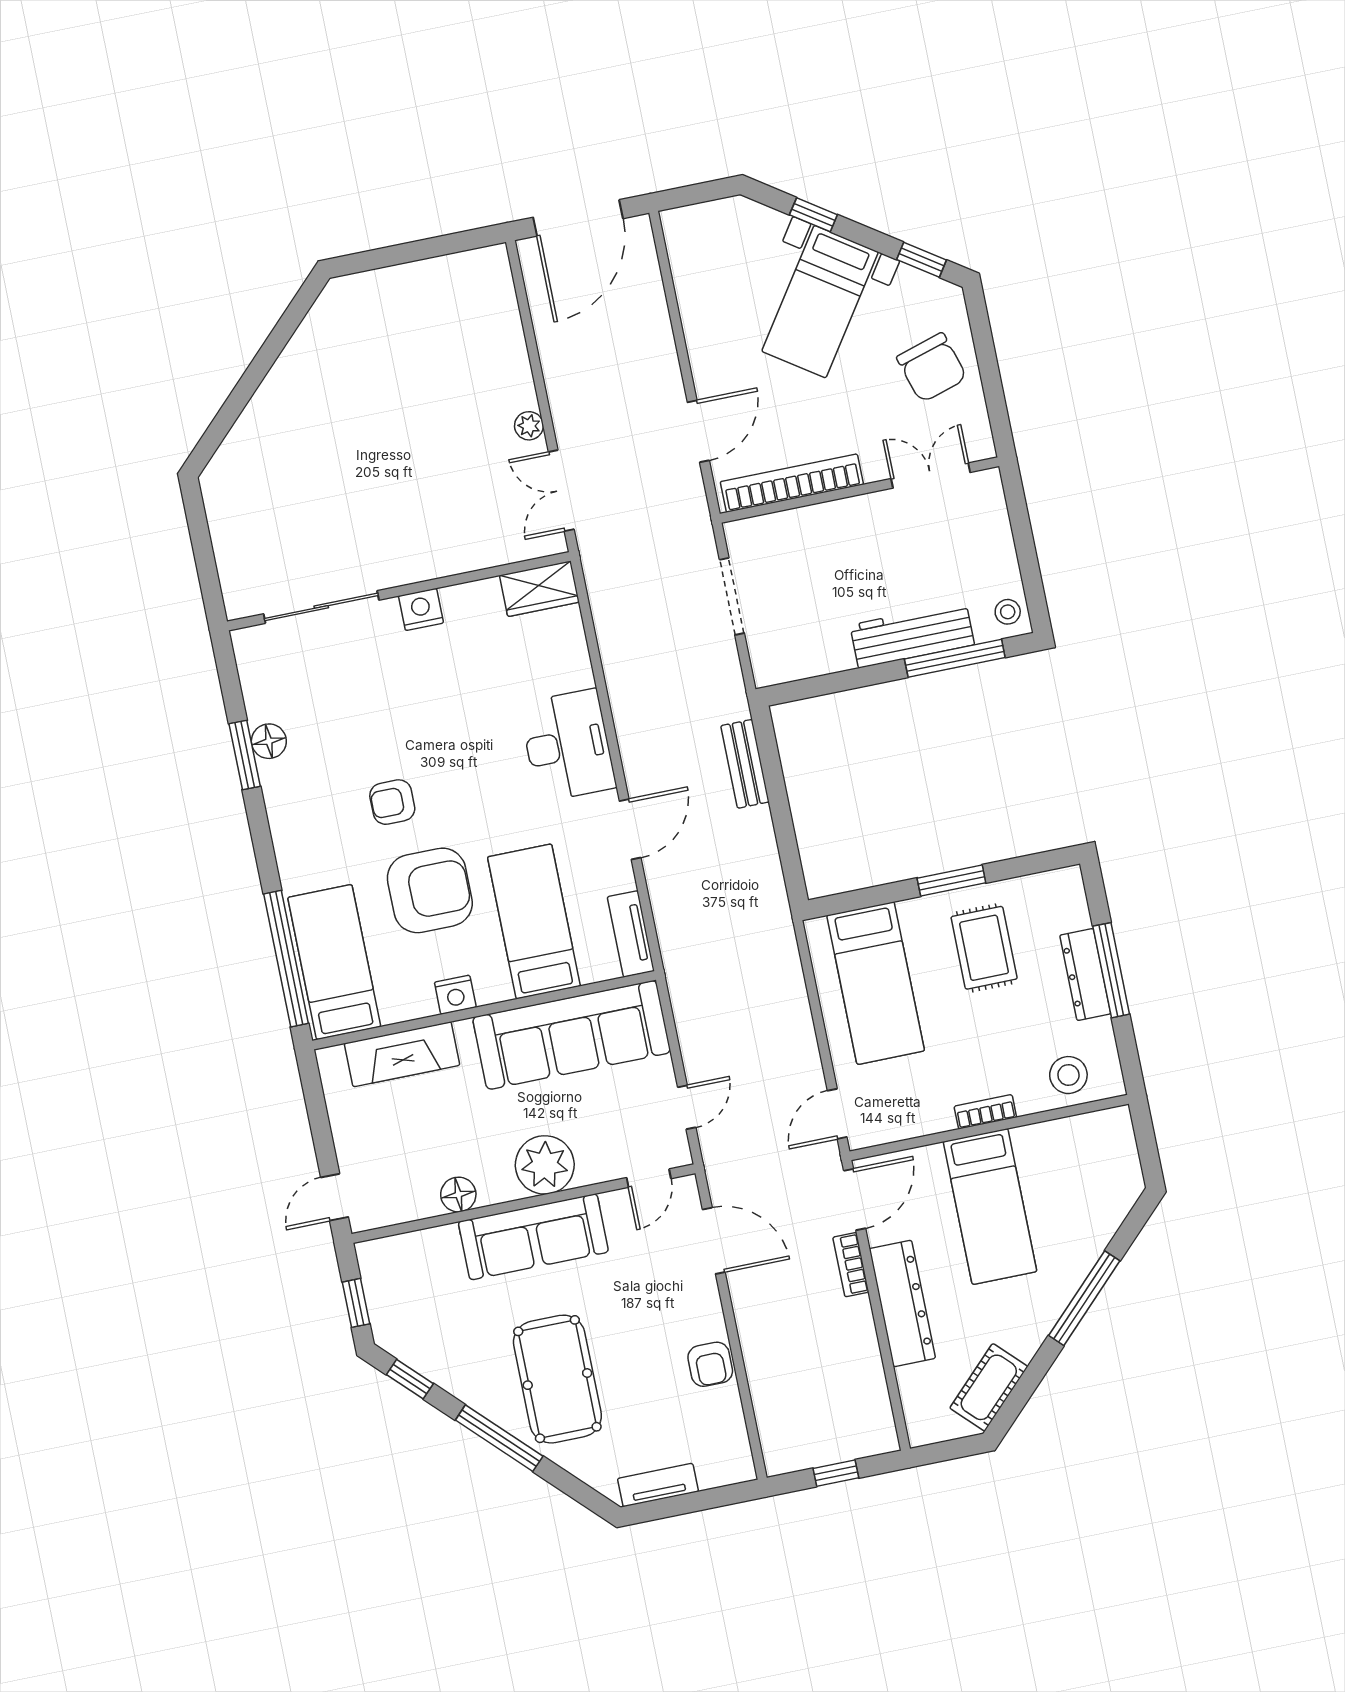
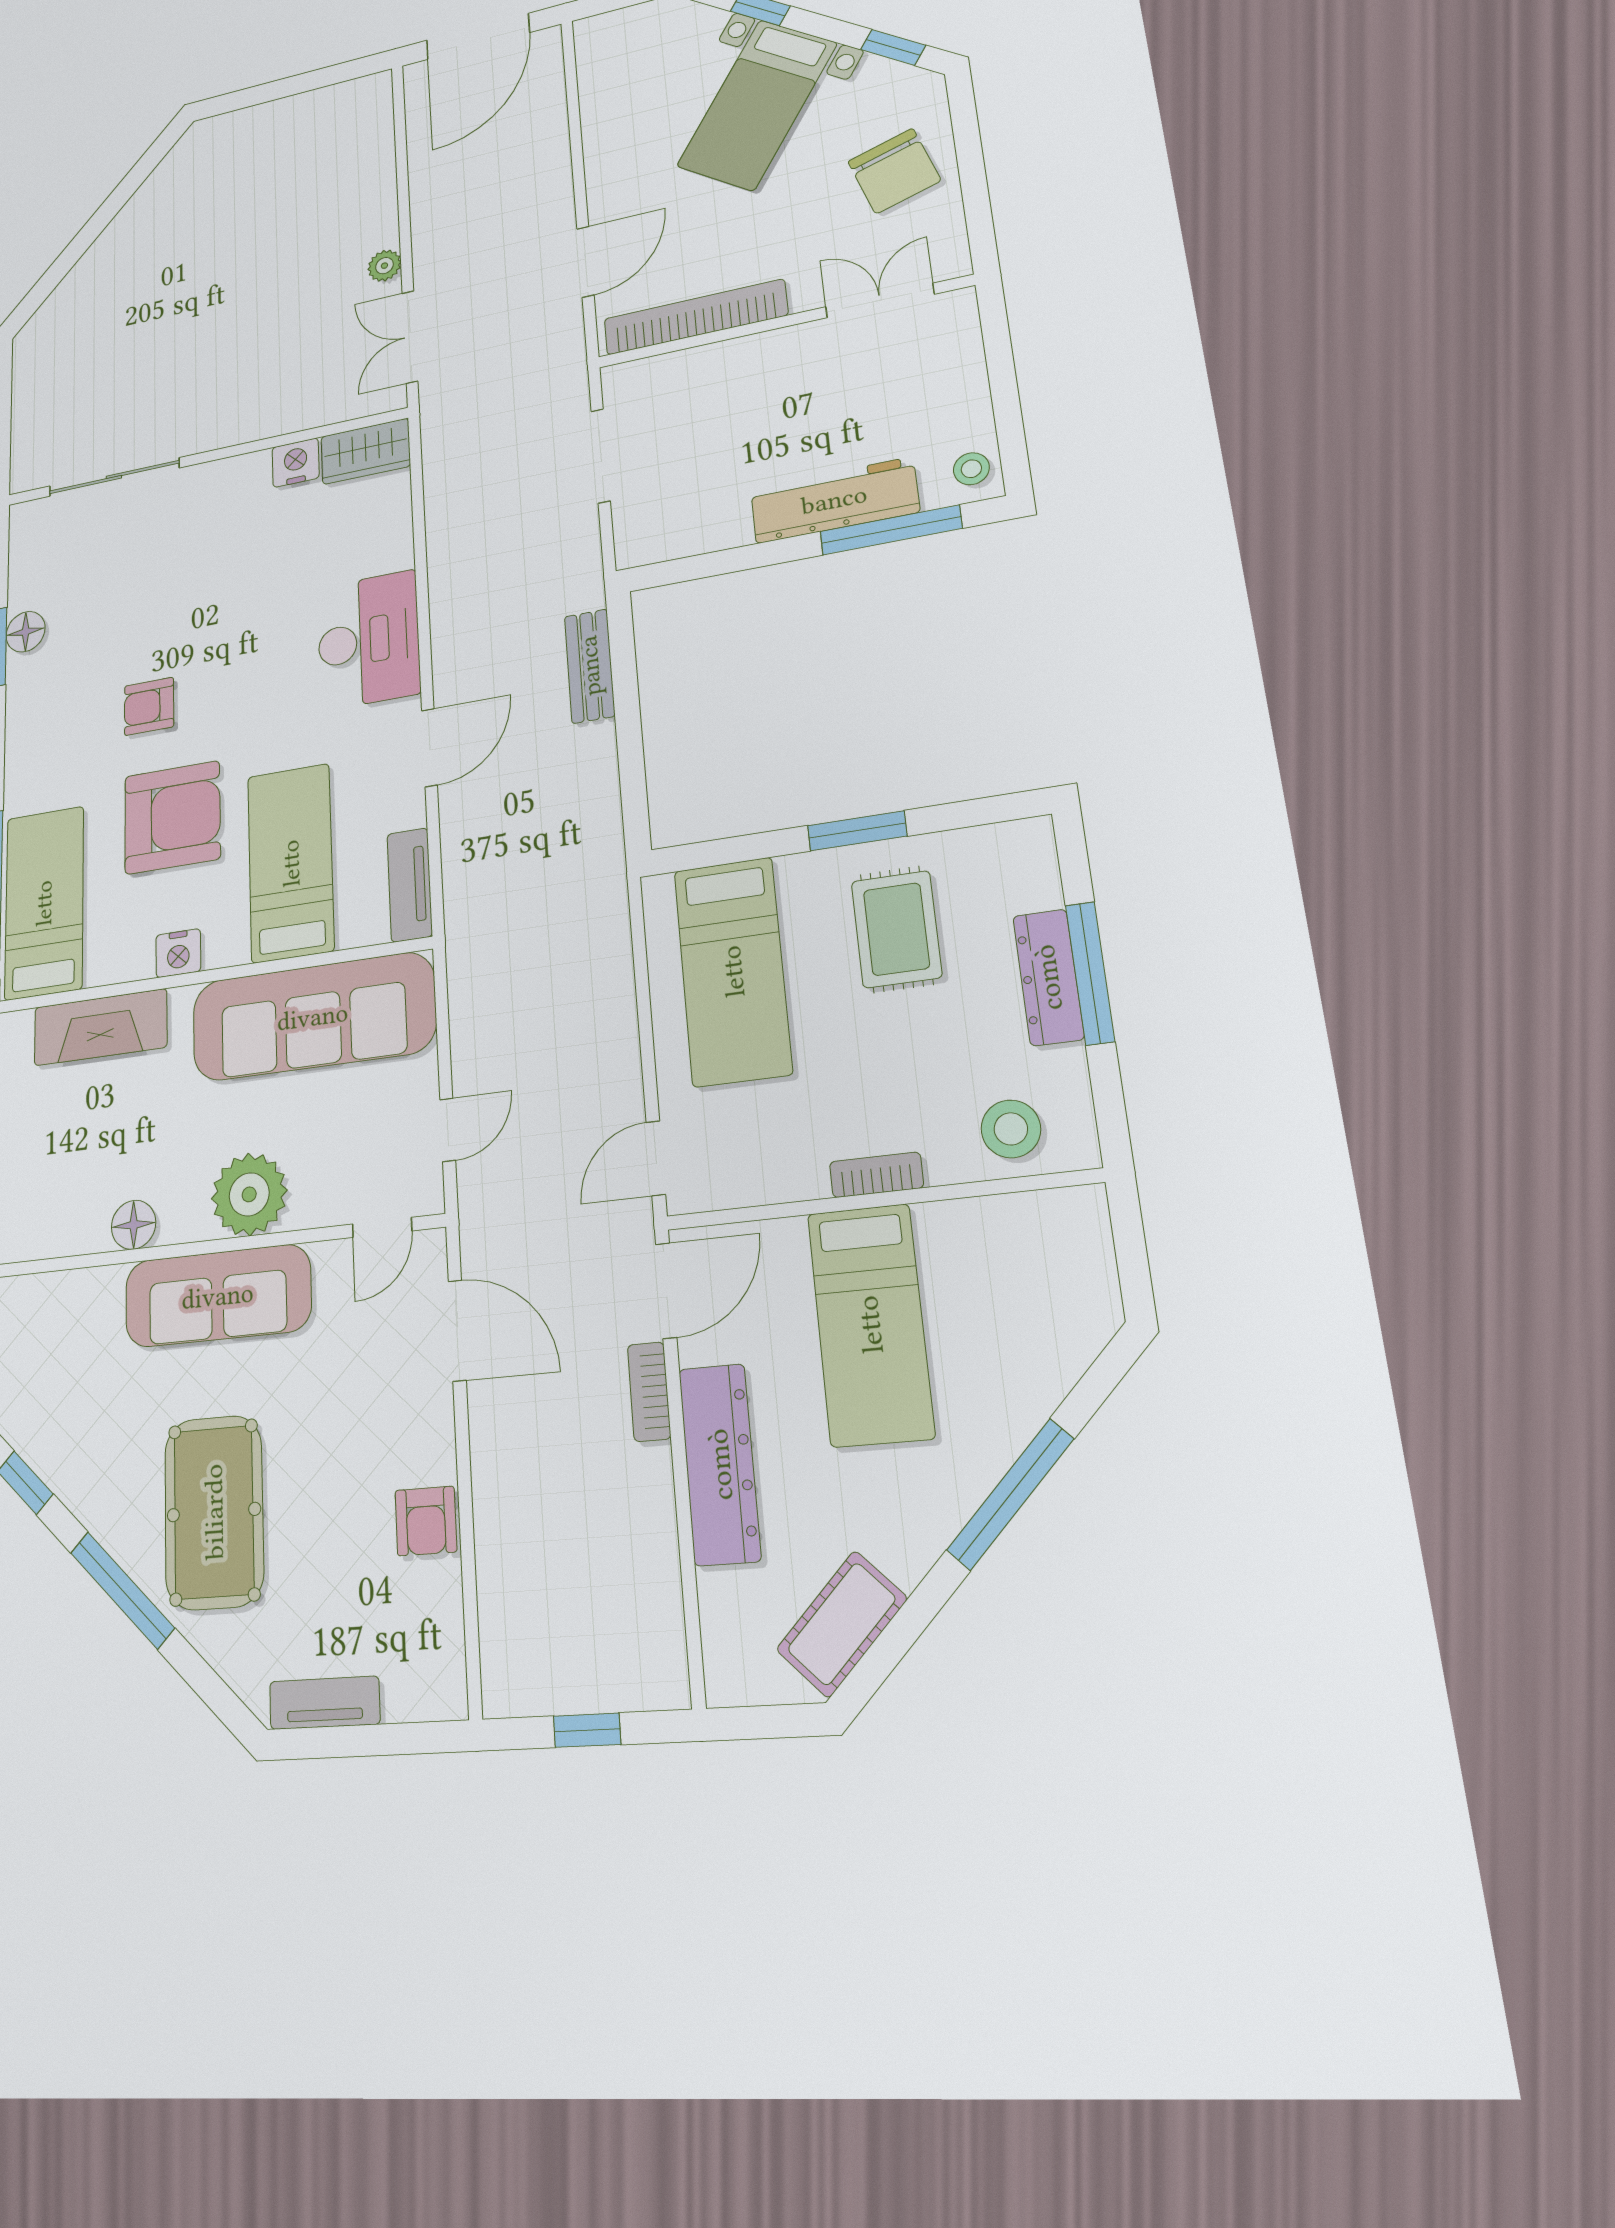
nightstand: (421, 609) -> (296, 463), moved

